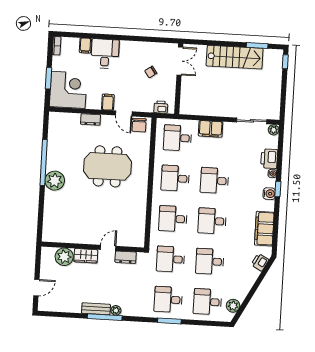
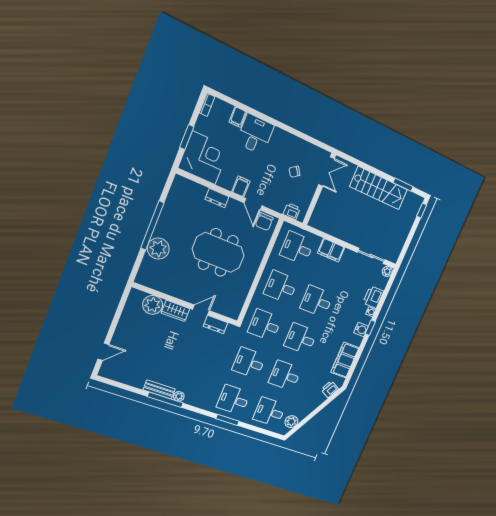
wall: (93, 247) -> (186, 304), moved
door: (108, 248) -> (201, 310), moved
wardrobe: (86, 256) -> (176, 311), moved
plant: (64, 257) -> (153, 305), moved
dresser: (126, 257) -> (215, 325), moved

